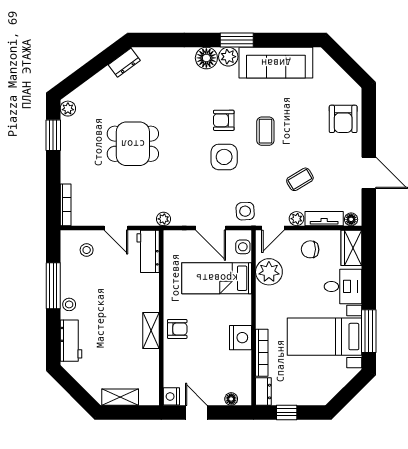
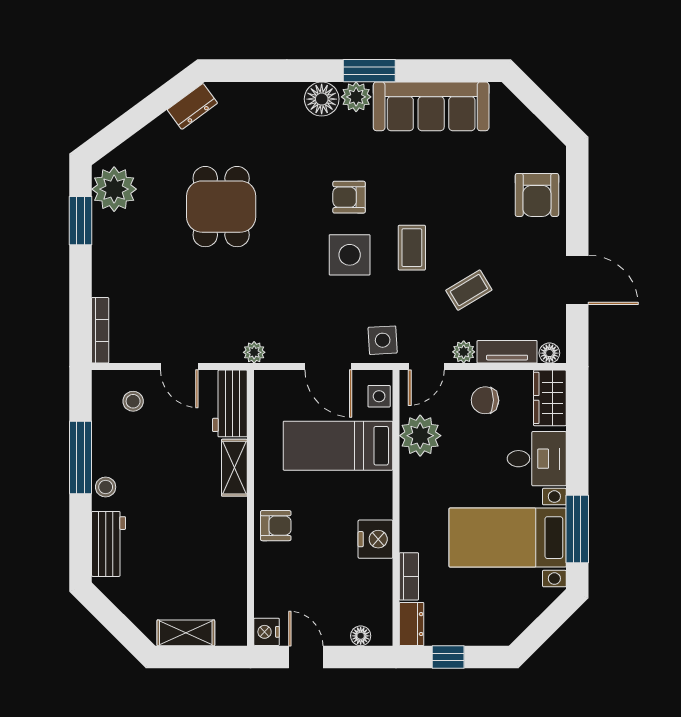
plant: (68, 109) -> (114, 189), width x1.88, depth x1.88
coffee table: (265, 131) -> (412, 248), moved
dining table: (133, 144) -> (221, 207), moved, turned 90
shelving: (151, 331) -> (234, 468), moved
bookcase: (262, 353) -> (409, 576), width x0.64

